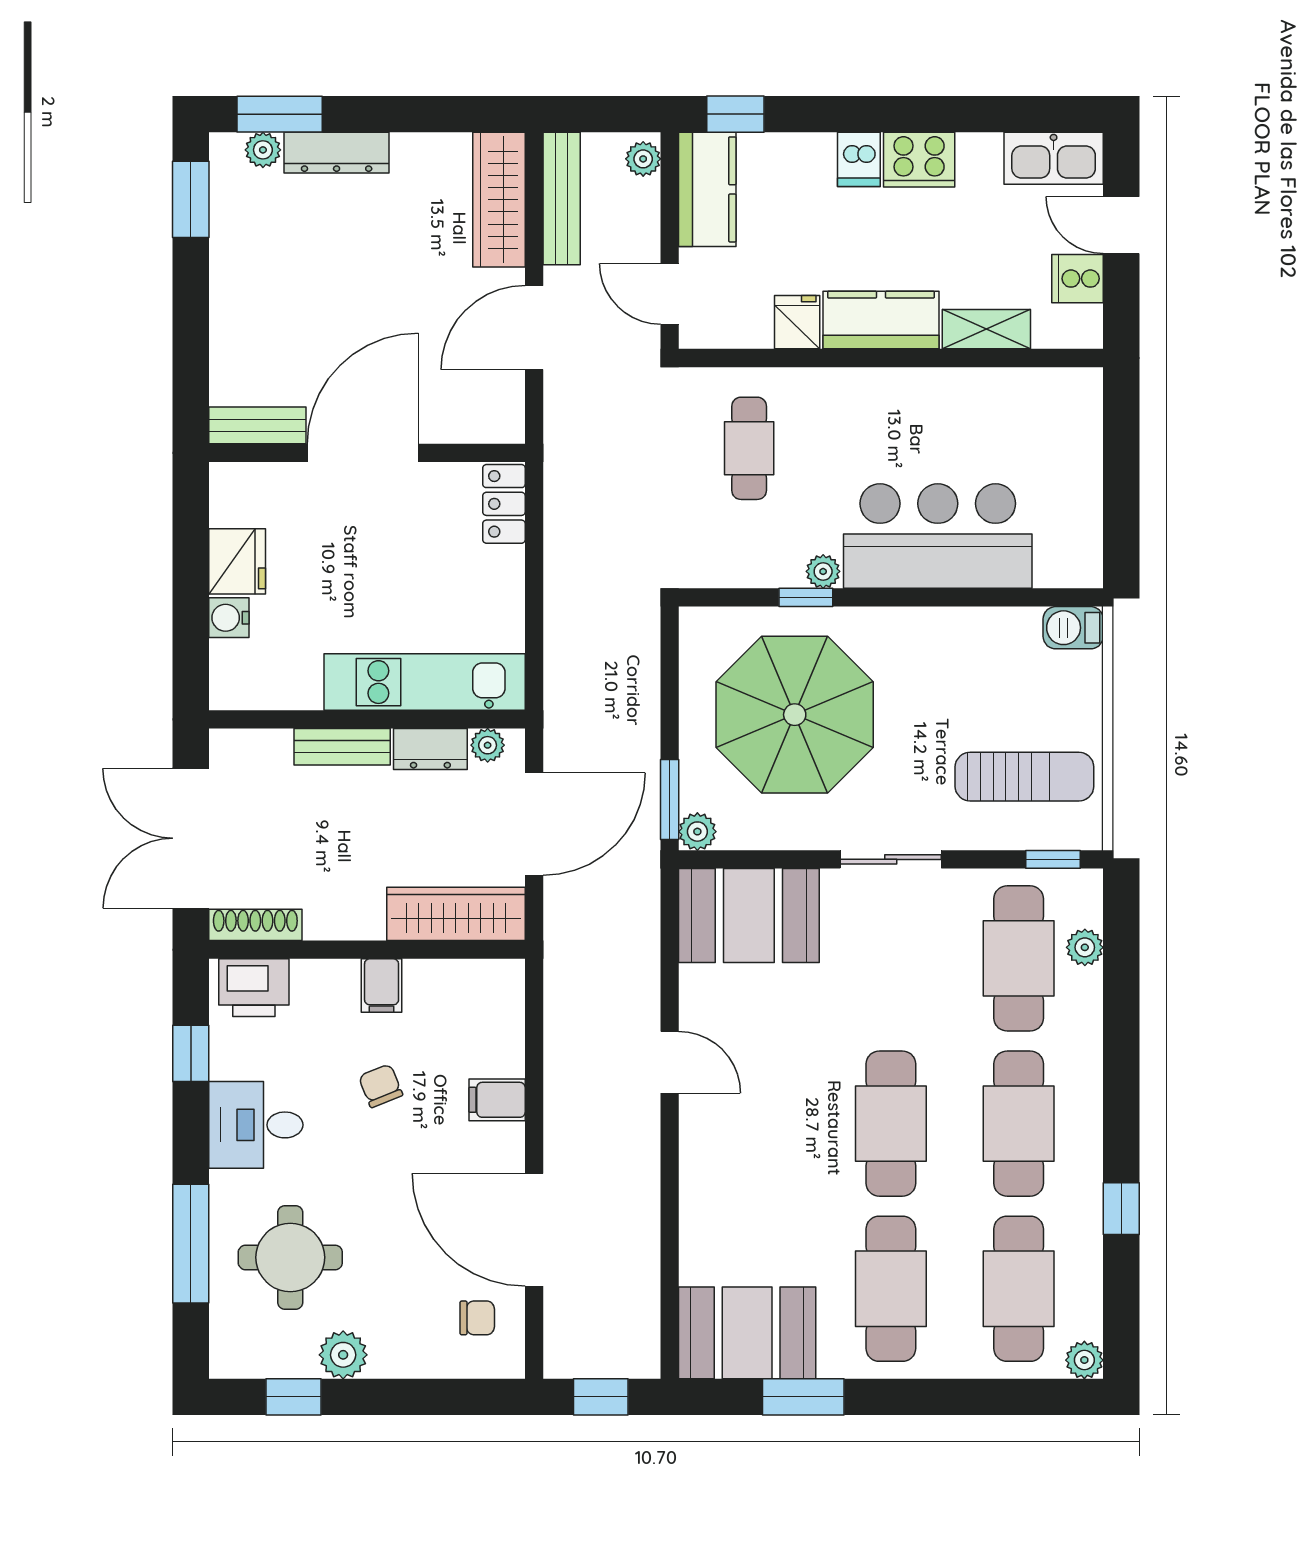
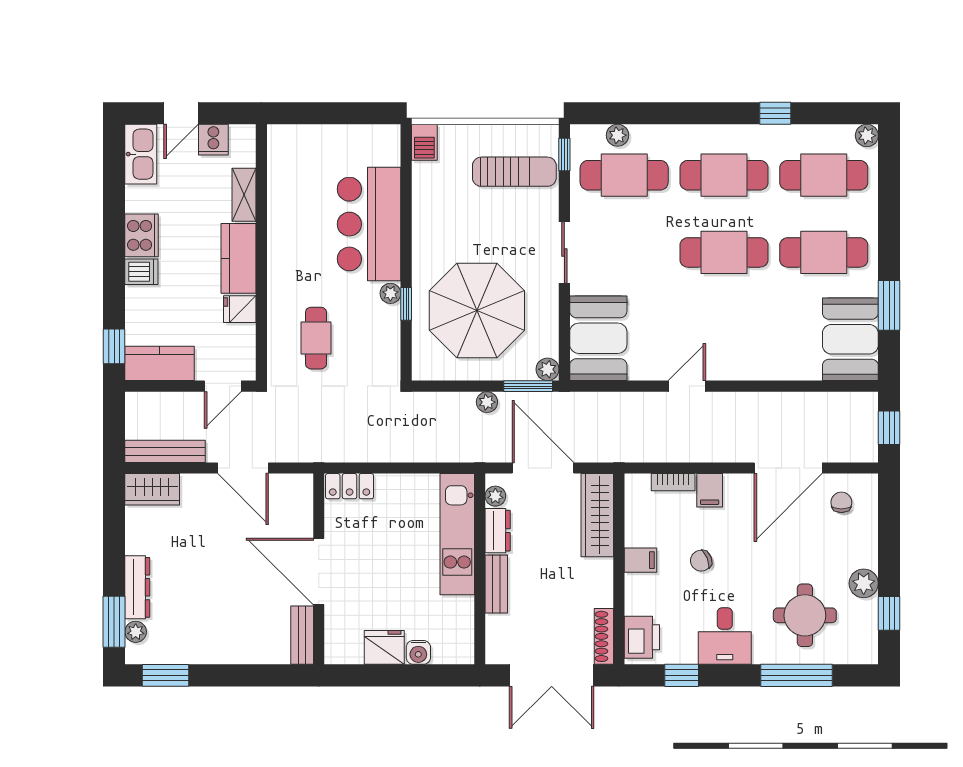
plant: (643, 159) -> (487, 402), moved
wardrobe: (499, 200) -> (152, 489), width x0.67
cafe table: (749, 448) -> (316, 338), turned 90
sun lounger: (1024, 777) -> (514, 172), turned 90
bookcase: (511, 1039) -> (673, 482), added

